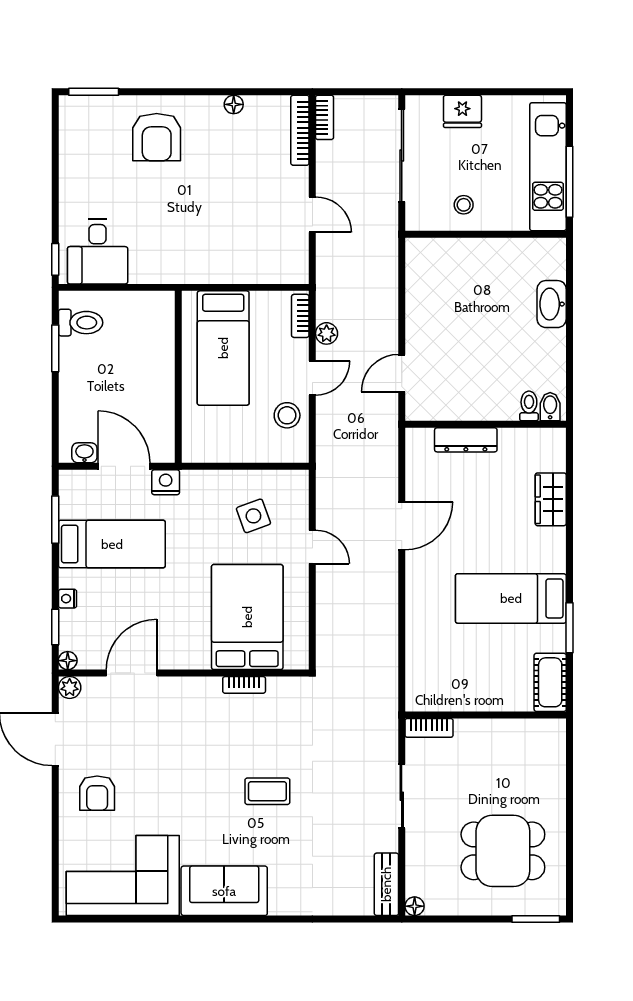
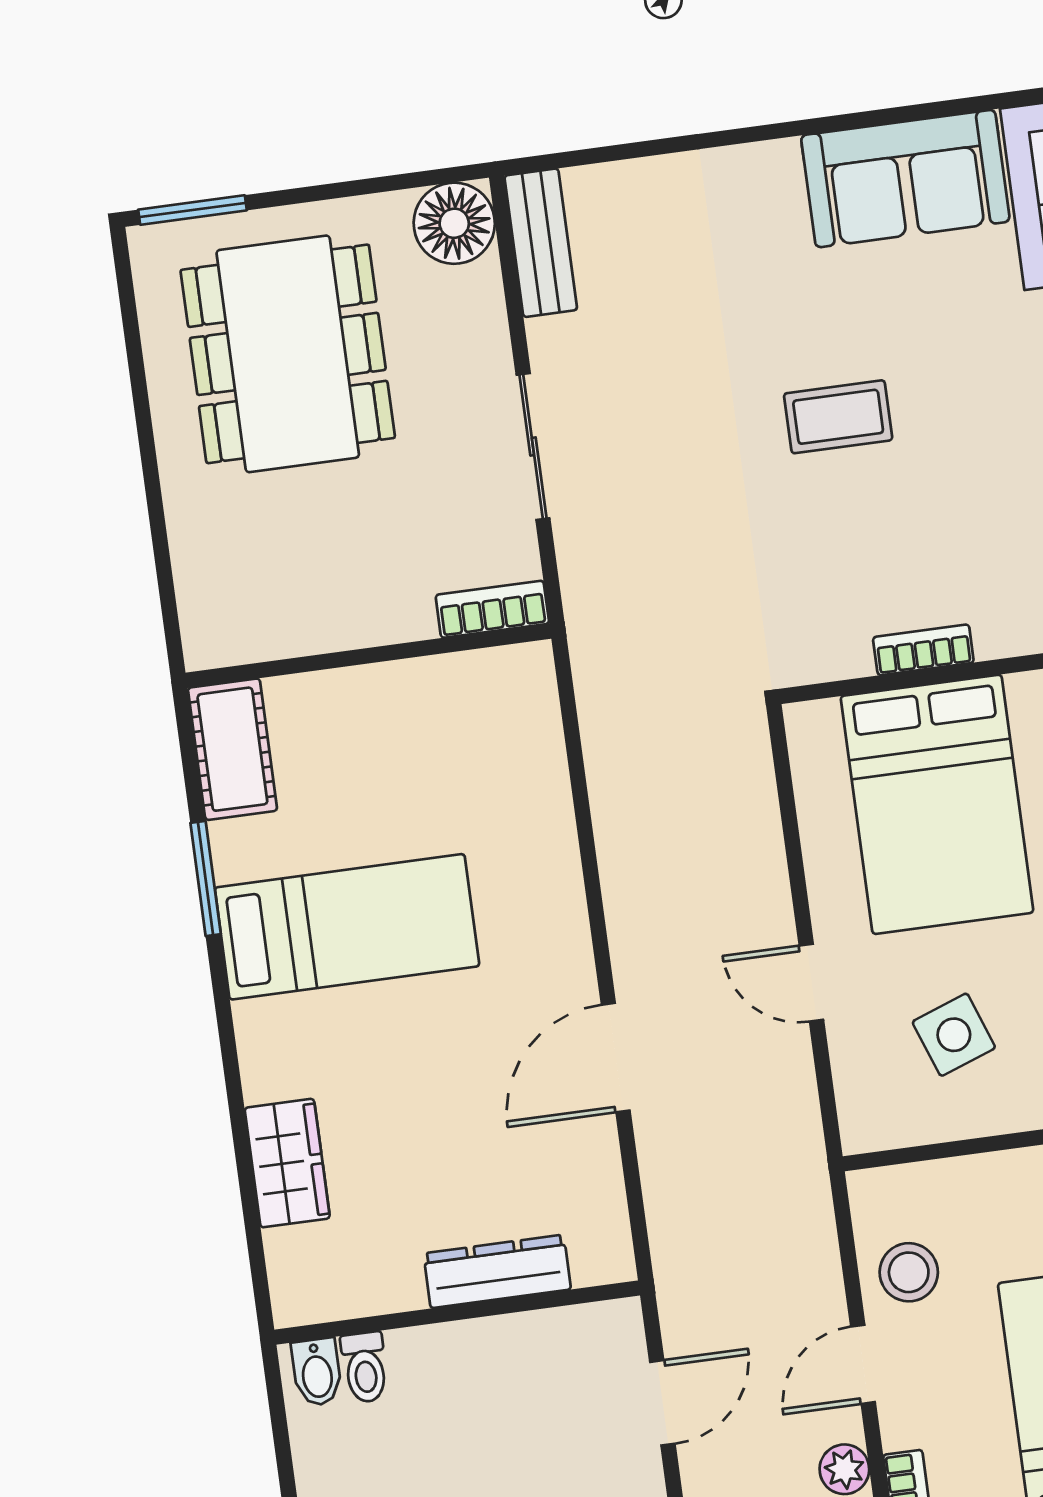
dining table: (503, 851) -> (288, 354), width x1.38
floor lamp: (415, 906) -> (454, 223), width x1.89, depth x1.89

